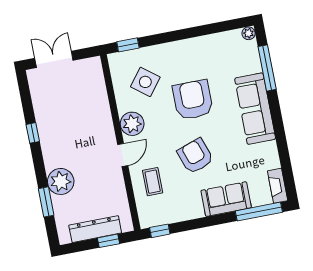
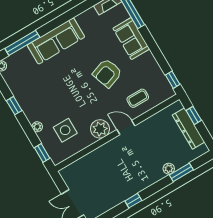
window: (196, 32) -> (14, 106), added
plant: (161, 50) -> (37, 127), added
side table: (145, 82) -> (65, 130), turned -38
armchair: (193, 100) -> (66, 90), removed
plant: (61, 181) -> (169, 169), width x0.53, depth x0.53

